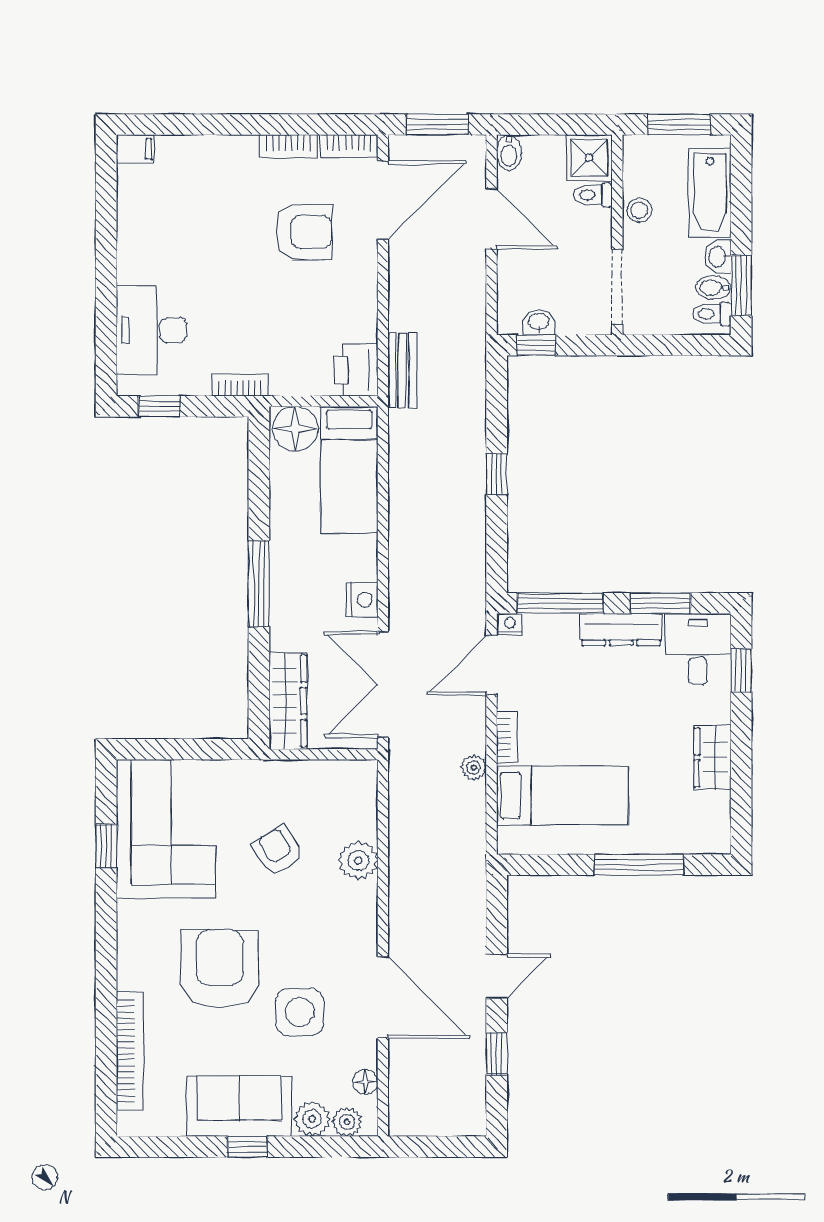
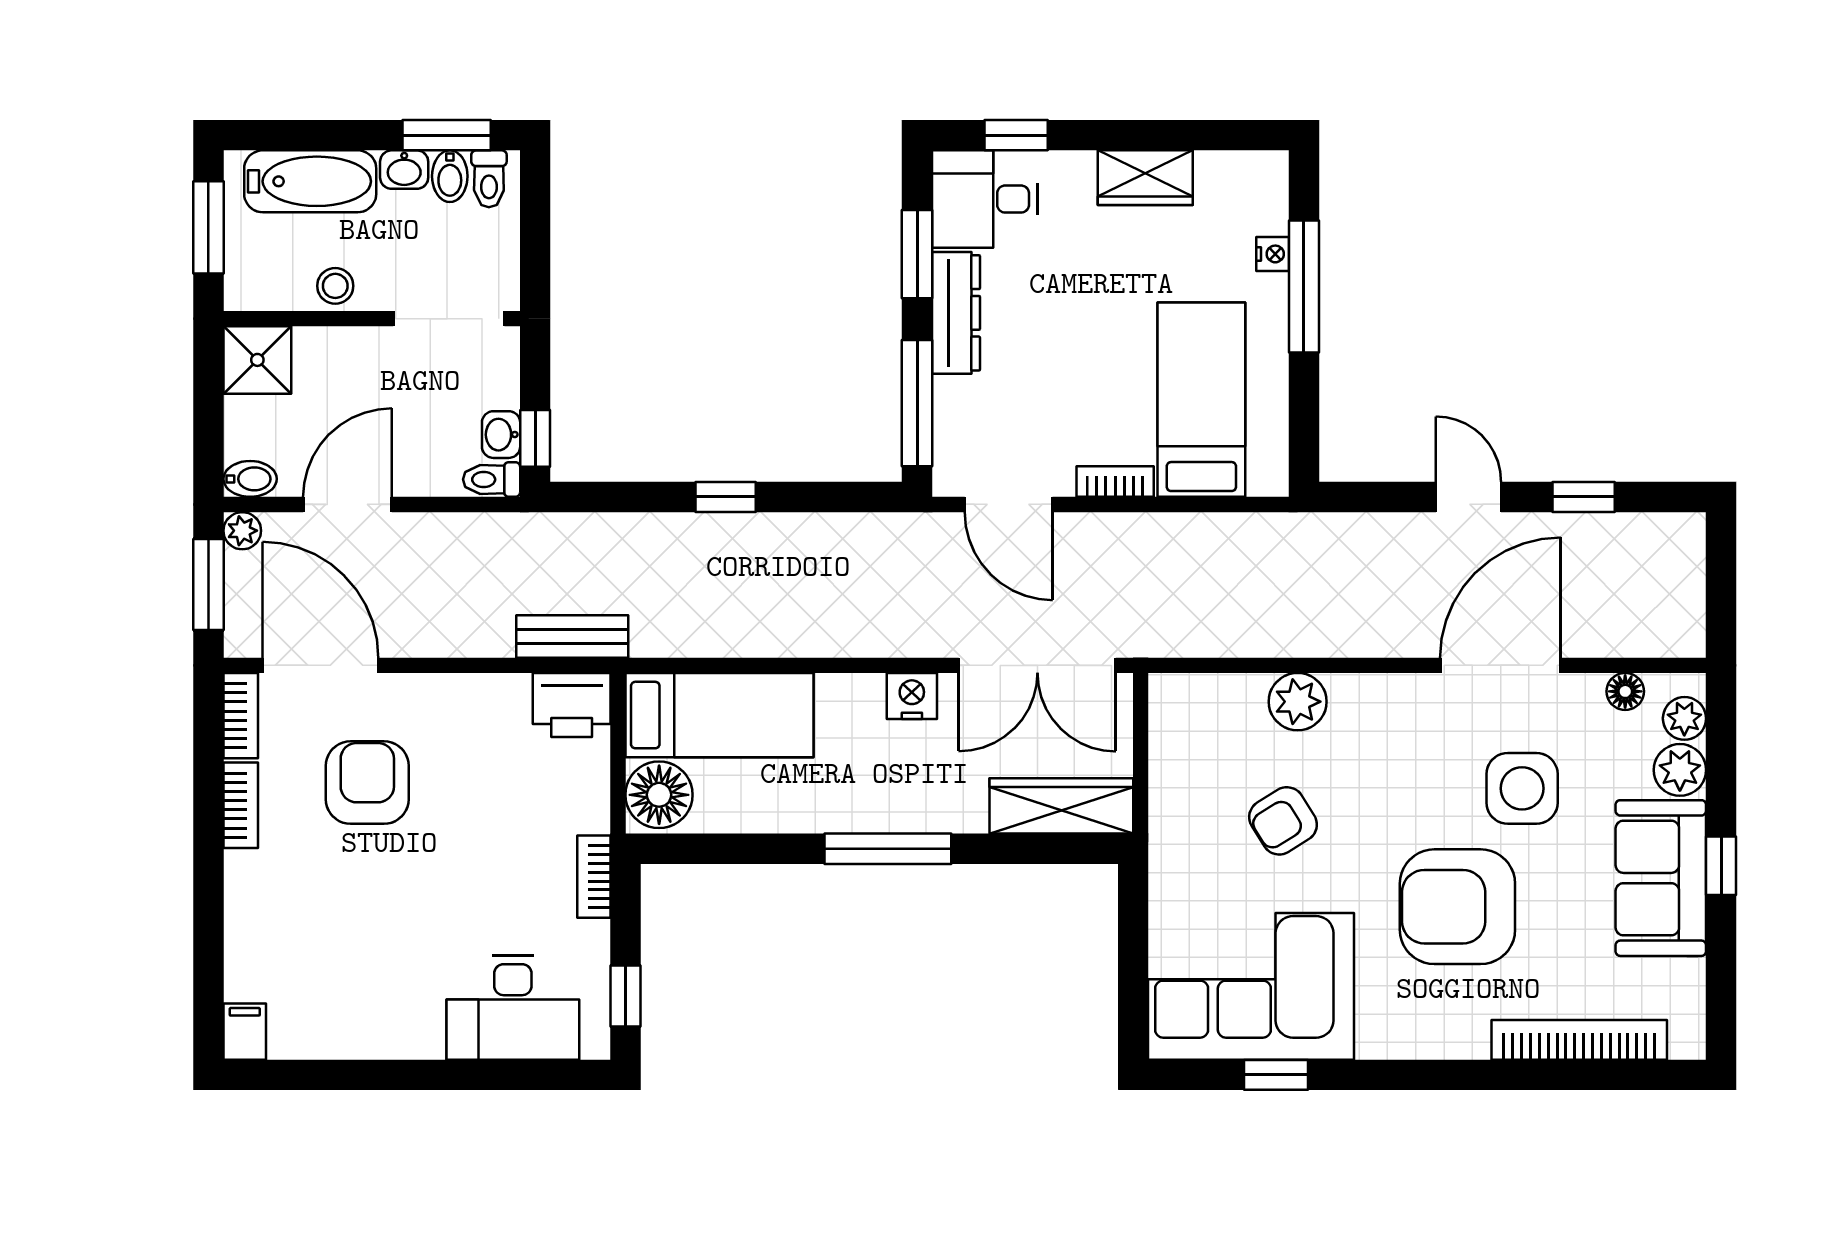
toilet: (593, 195) -> (492, 479), moved, turned 90
nightstand: (510, 624) -> (1273, 254), moved, turned 180
plant: (474, 767) -> (242, 531), moved

